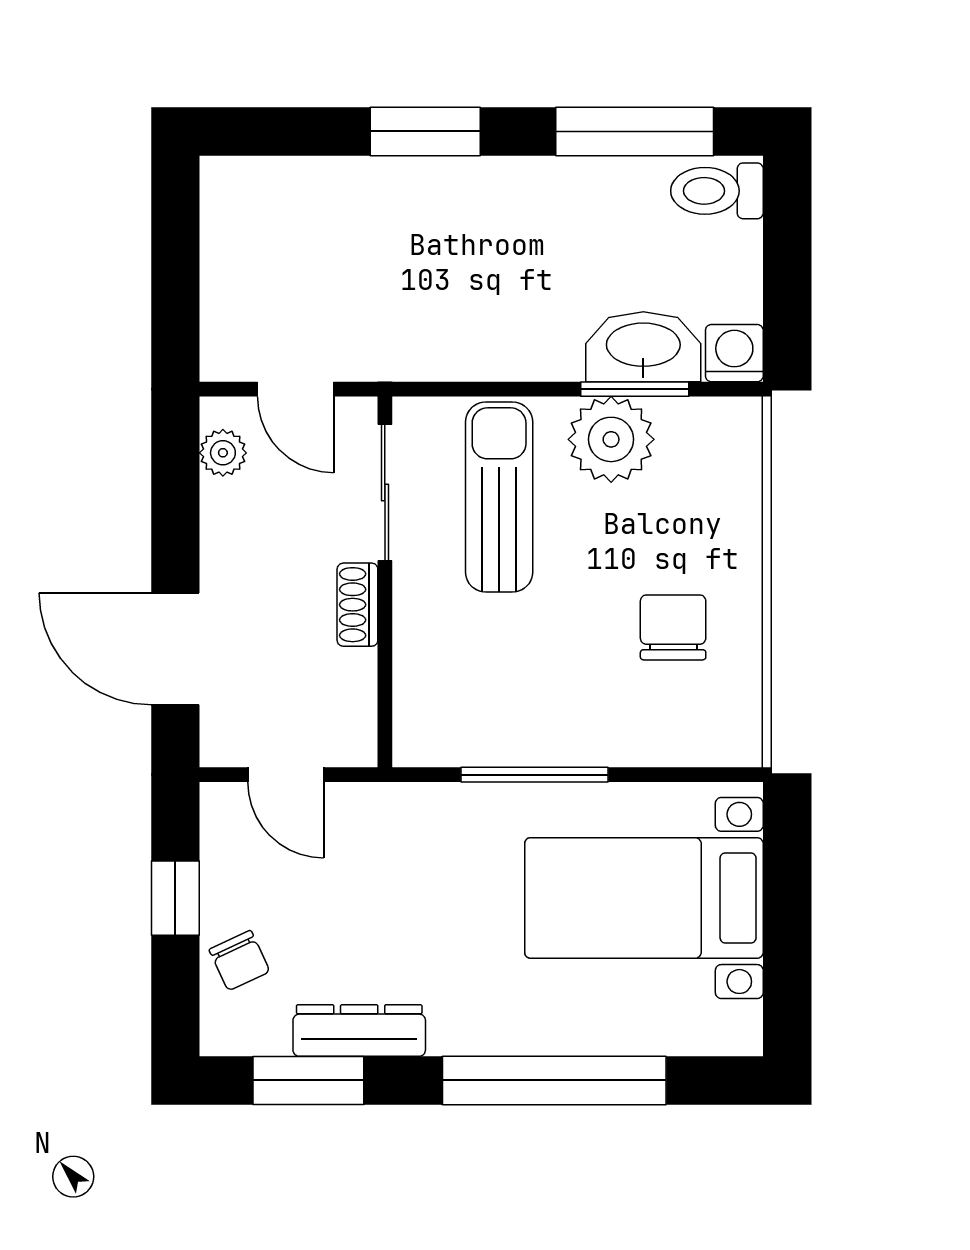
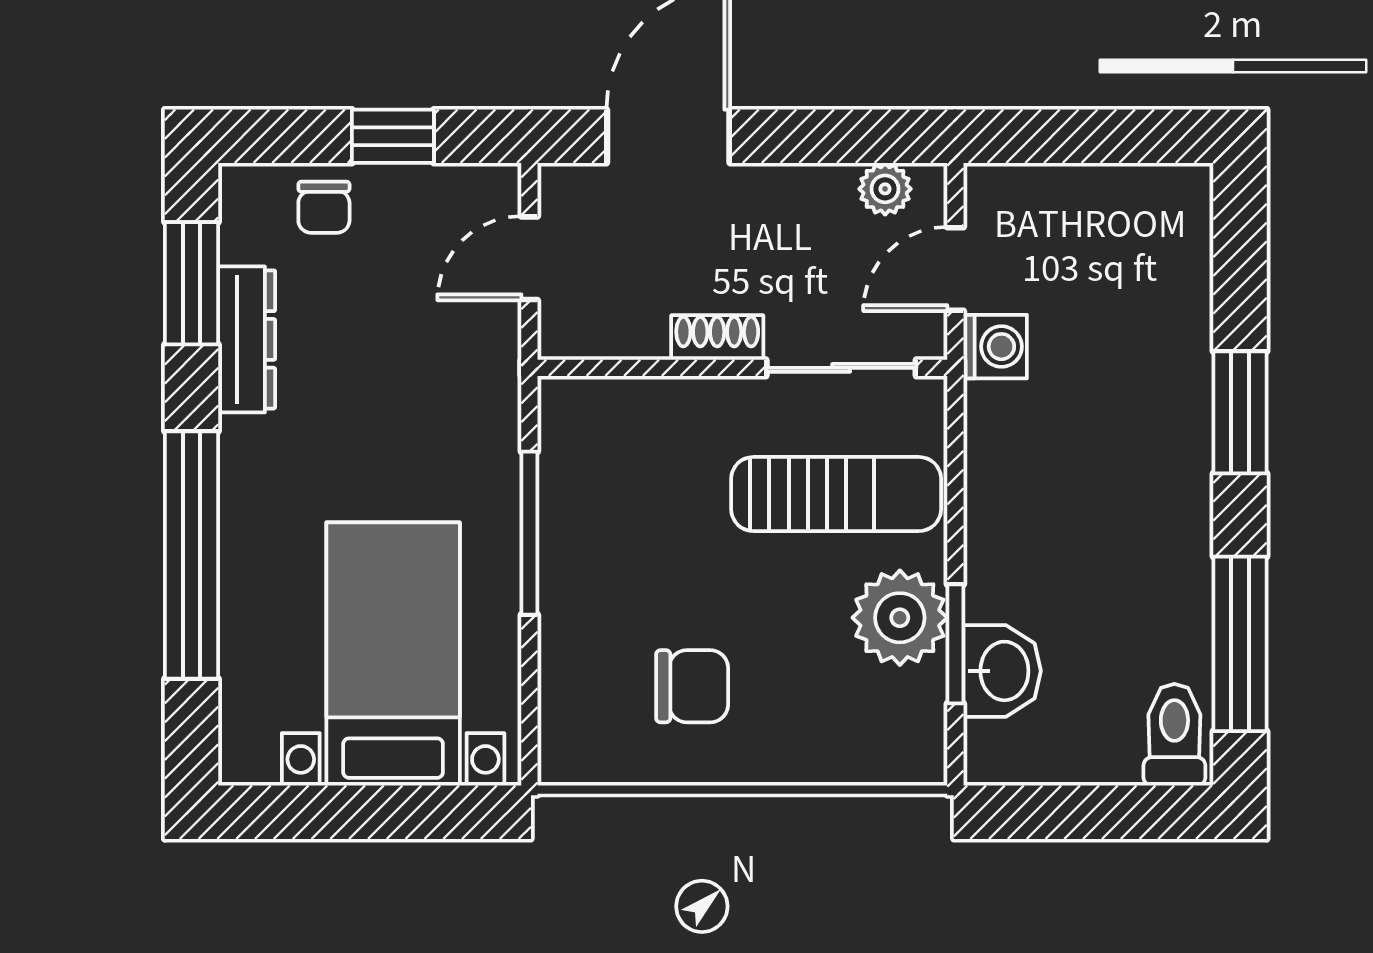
washbasin: (643, 347) -> (1002, 671), width x0.72
washing machine: (734, 353) -> (995, 347), moved
chair: (239, 961) -> (324, 207), turned -65

